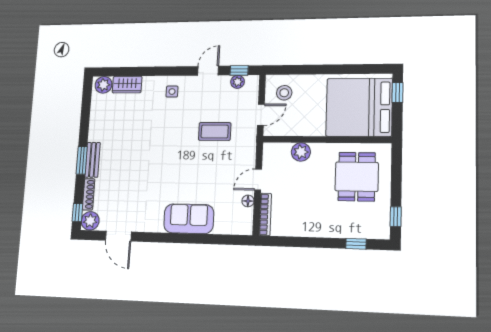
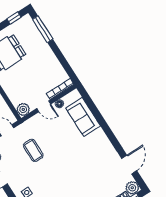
plant: (301, 152) -> (23, 109), moved
sofa: (189, 219) -> (83, 117), moved
window: (356, 244) -> (43, 29), width x2.17

